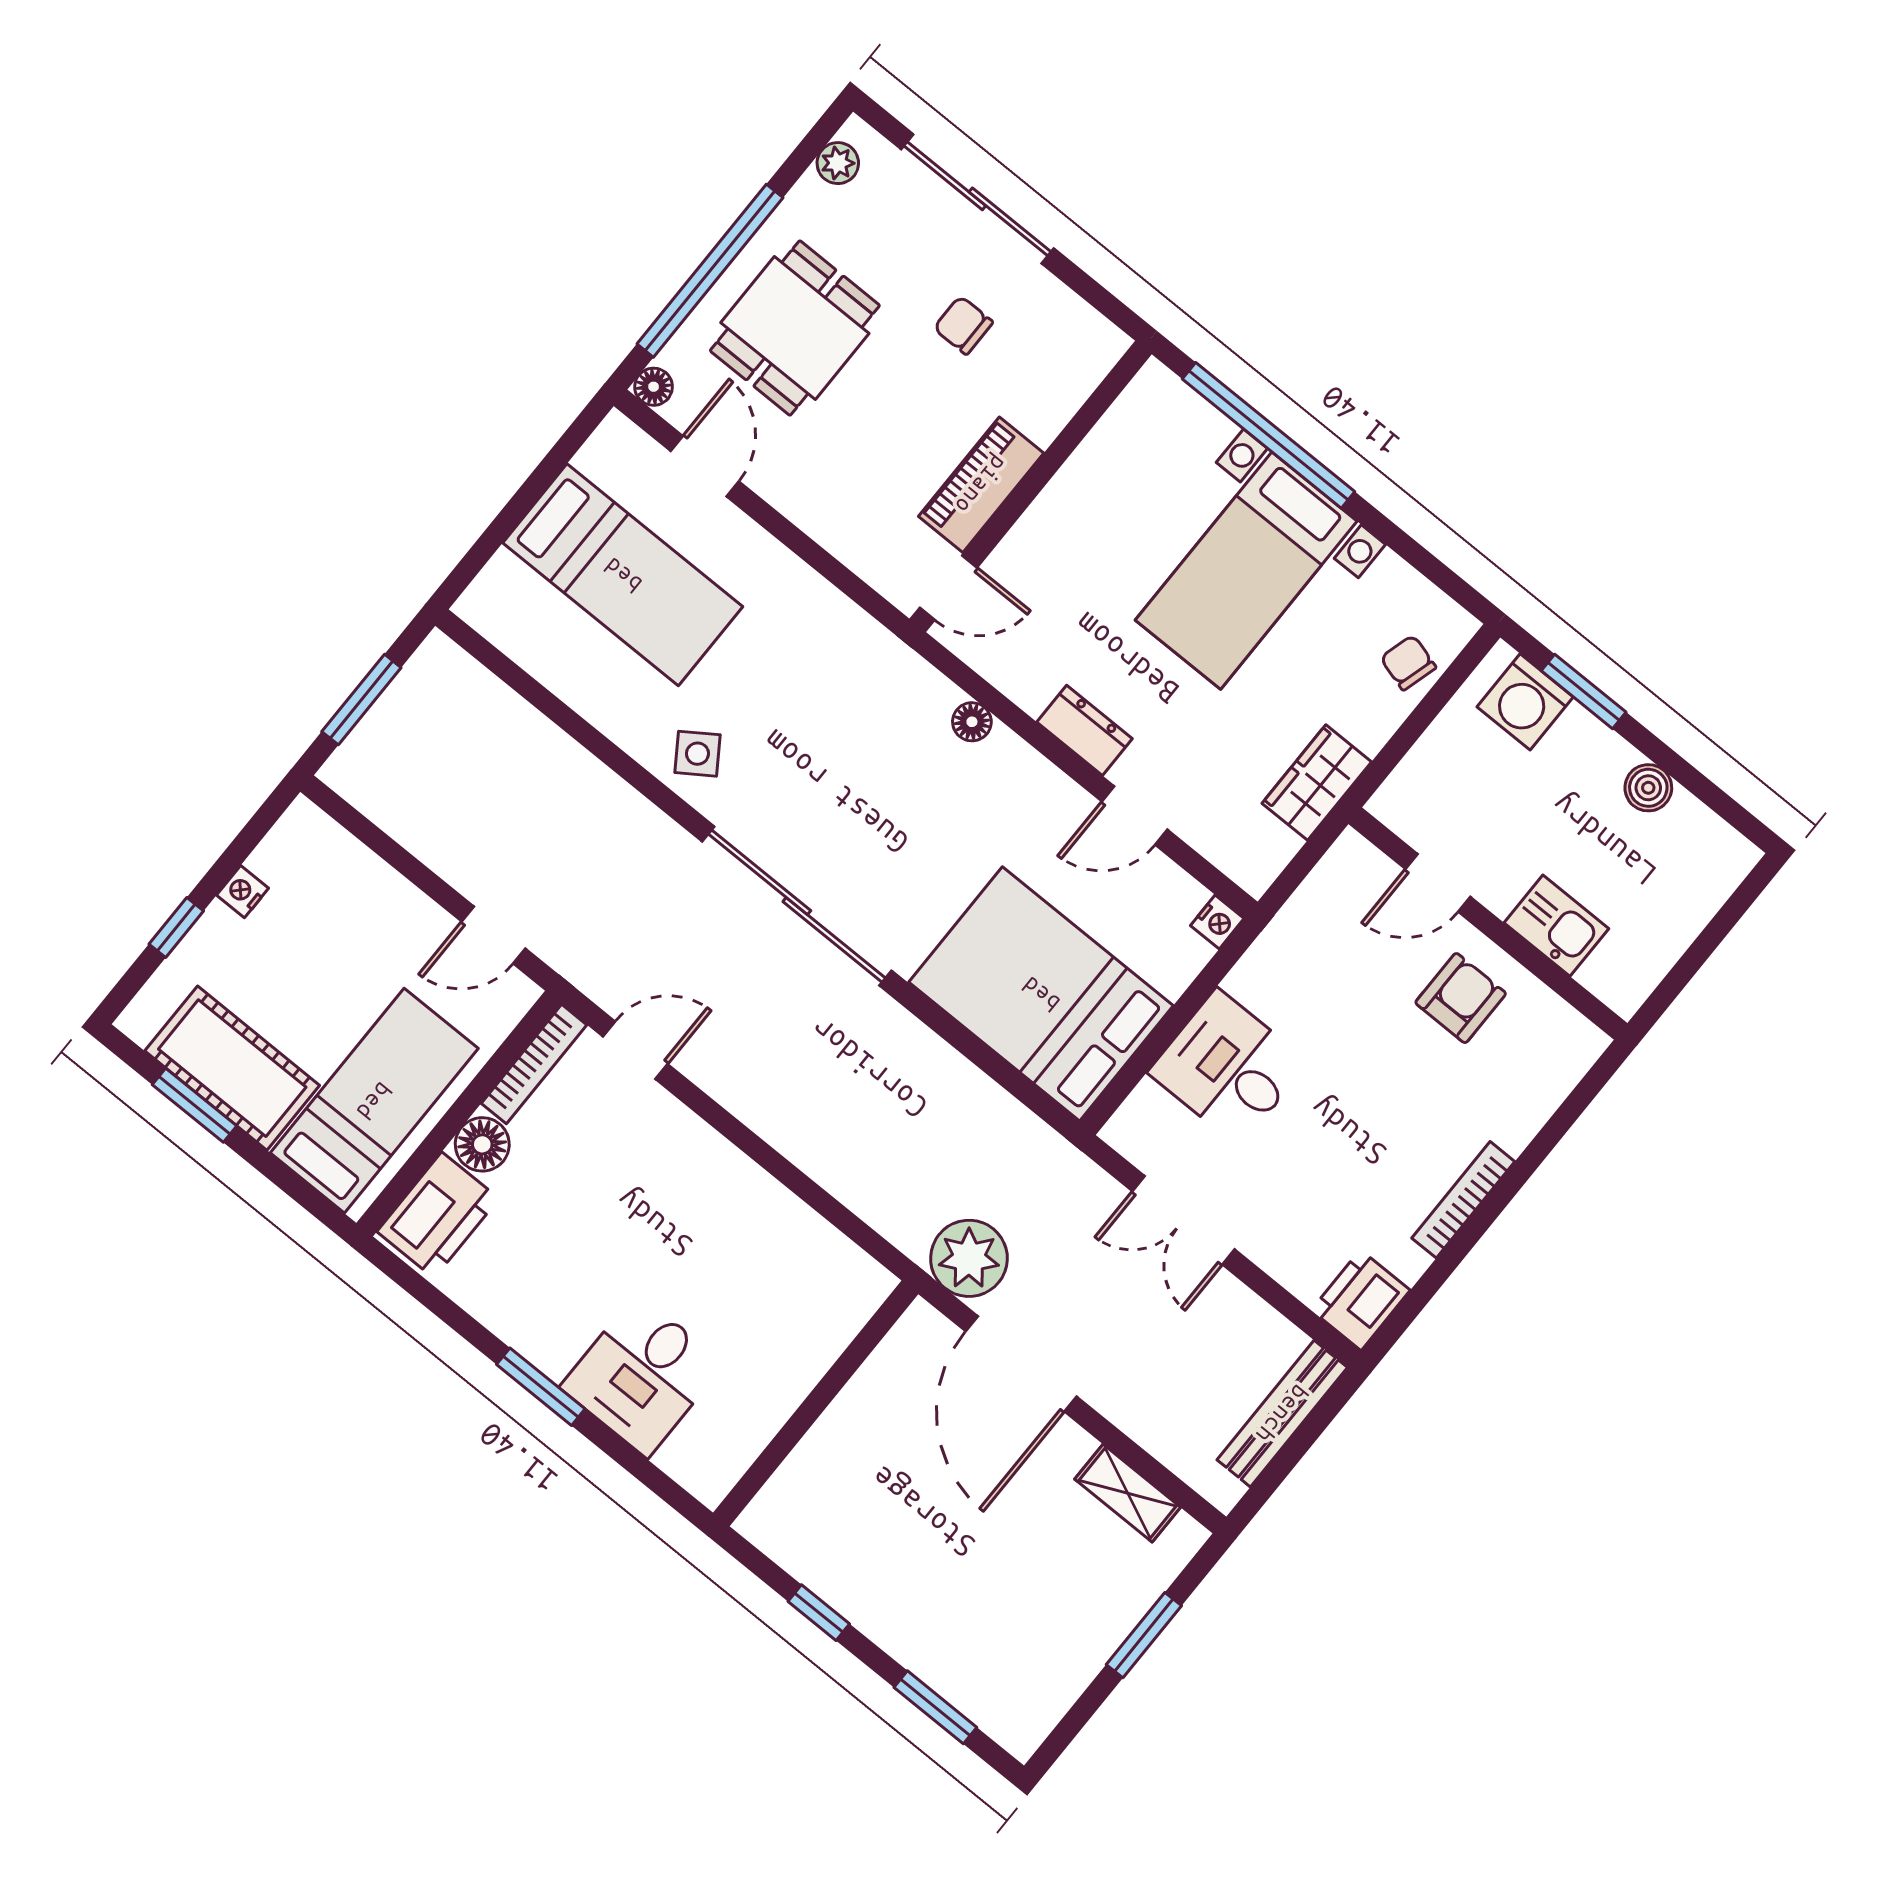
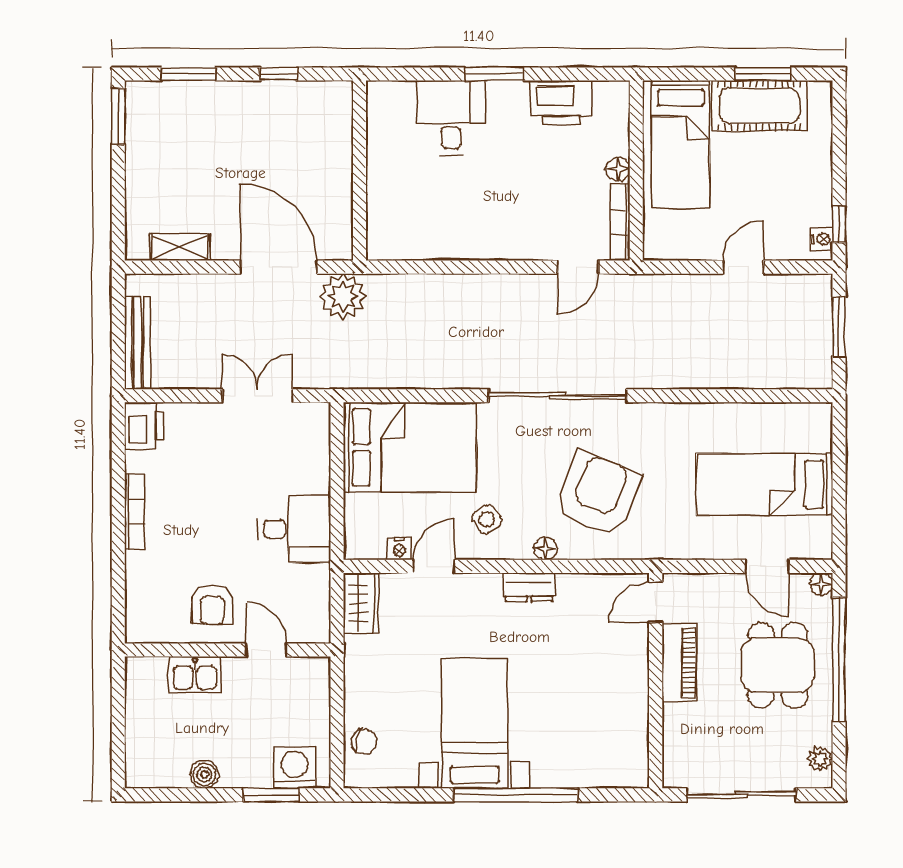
chair: (963, 325) -> (700, 730), removed
piano: (981, 485) -> (679, 663), moved
wall: (1031, 486) -> (656, 681), moved
door: (948, 588) -> (656, 602), moved
dresser: (1085, 730) -> (529, 587), moved
armchair: (848, 736) -> (598, 494), added
side table: (697, 754) -> (487, 519), moved
wardrobe: (1317, 783) -> (361, 603), moved
door: (1438, 883) -> (266, 650), hinge flipped
nightstand: (243, 892) -> (822, 239), moved
nightstand: (1217, 922) -> (399, 549), moved, turned -90
window: (176, 927) -> (839, 225), moved
door: (493, 935) -> (743, 267), moved
desk: (1228, 1067) -> (294, 529), moved
floor lamp: (482, 1144) -> (618, 169), width x0.73, depth x0.73
printer: (438, 1215) -> (561, 103), moved, turned -90
window: (1144, 1635) -> (118, 116), moved

